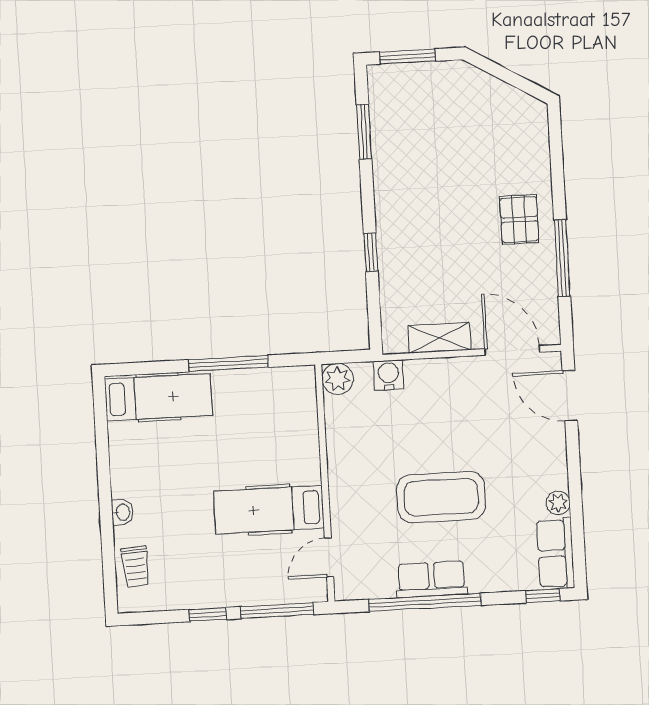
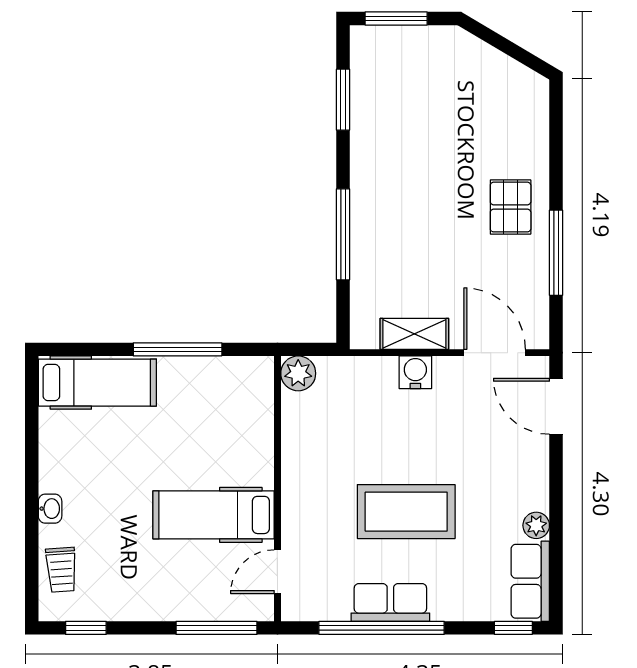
window: (371, 252) -> (343, 234), width x2.17
water cooler: (388, 375) -> (415, 372), moved
window: (208, 614) -> (86, 628), moved

